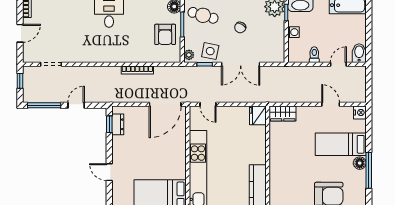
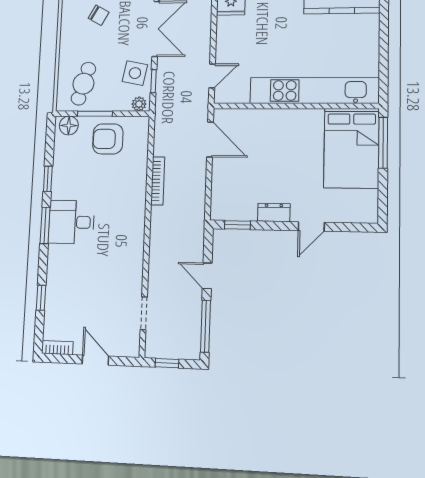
chair: (240, 27) -> (99, 15), moved
armchair: (165, 34) -> (108, 139), turned 180
door: (165, 104) -> (210, 140), width x0.73
dresser: (118, 124) -> (274, 212), moved

